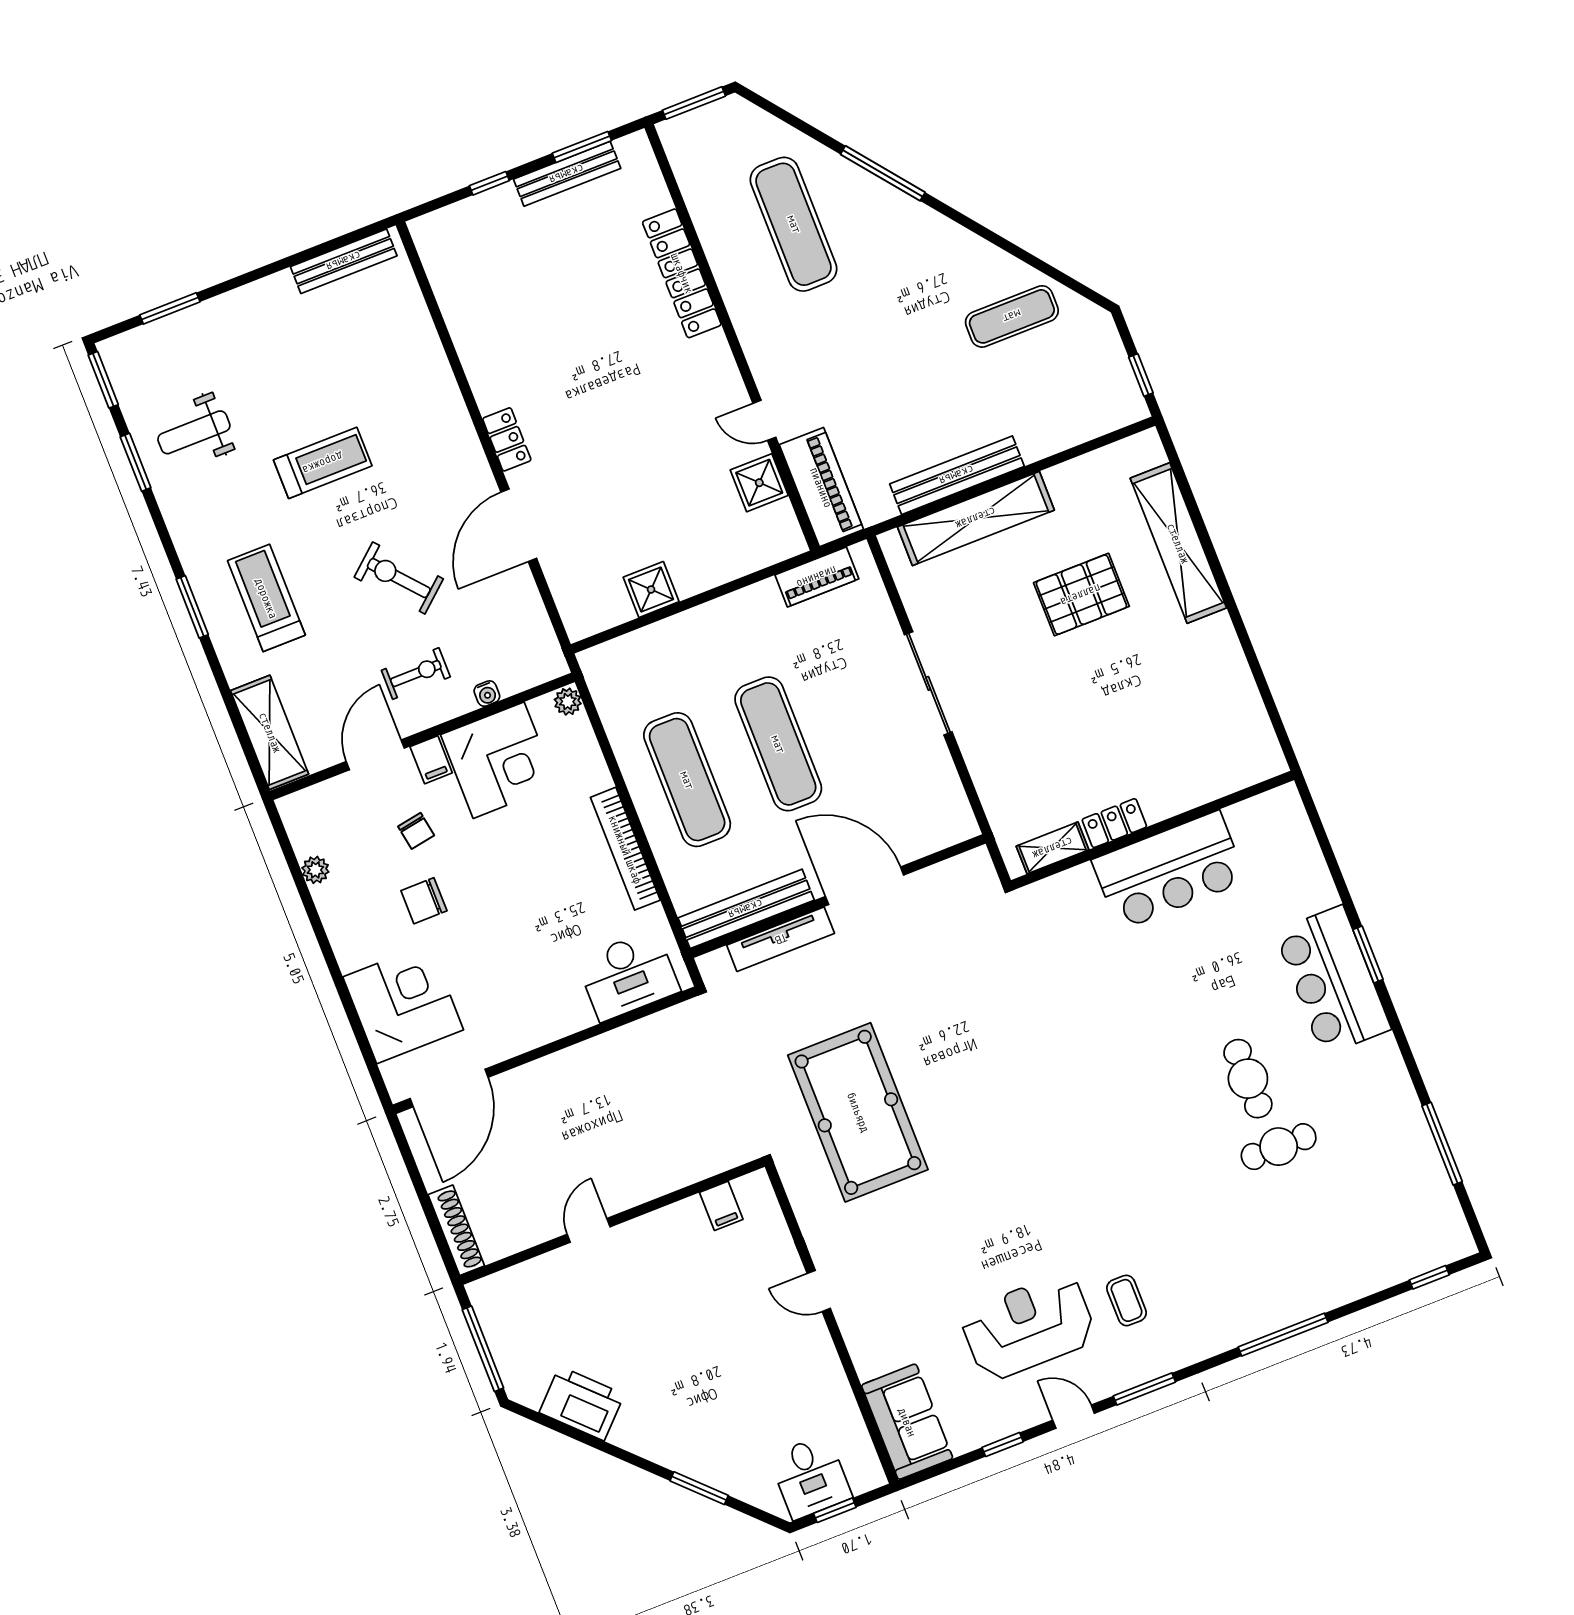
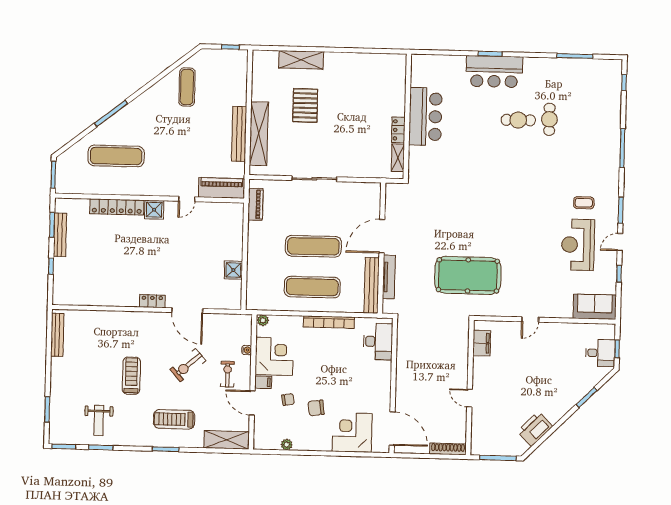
shower: (759, 483) -> (154, 210), moved
shelving: (1178, 543) -> (301, 60), width x0.68
chair: (424, 901) -> (316, 408), turned 82
filing cabinet: (721, 1206) -> (482, 343), width x2.00

